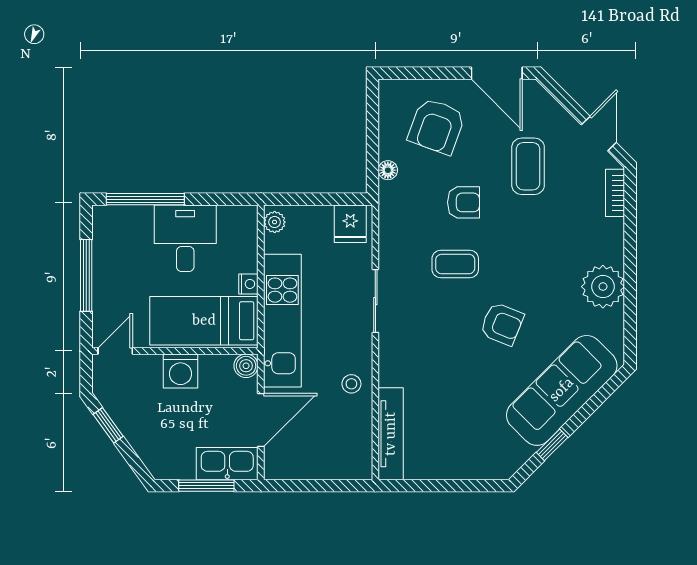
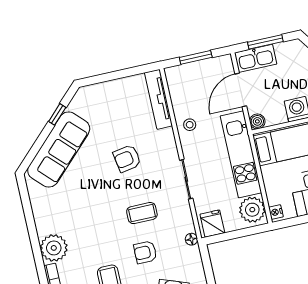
floor lamp: (388, 170) -> (191, 239), moved
plant: (275, 222) -> (252, 210), width x1.87, depth x1.87
nightstand: (248, 284) -> (276, 212), moved
plant: (603, 287) -> (54, 248), moved
armchair: (502, 324) -> (127, 158), moved, turned -32
window: (319, 486) -> (196, 57), added

